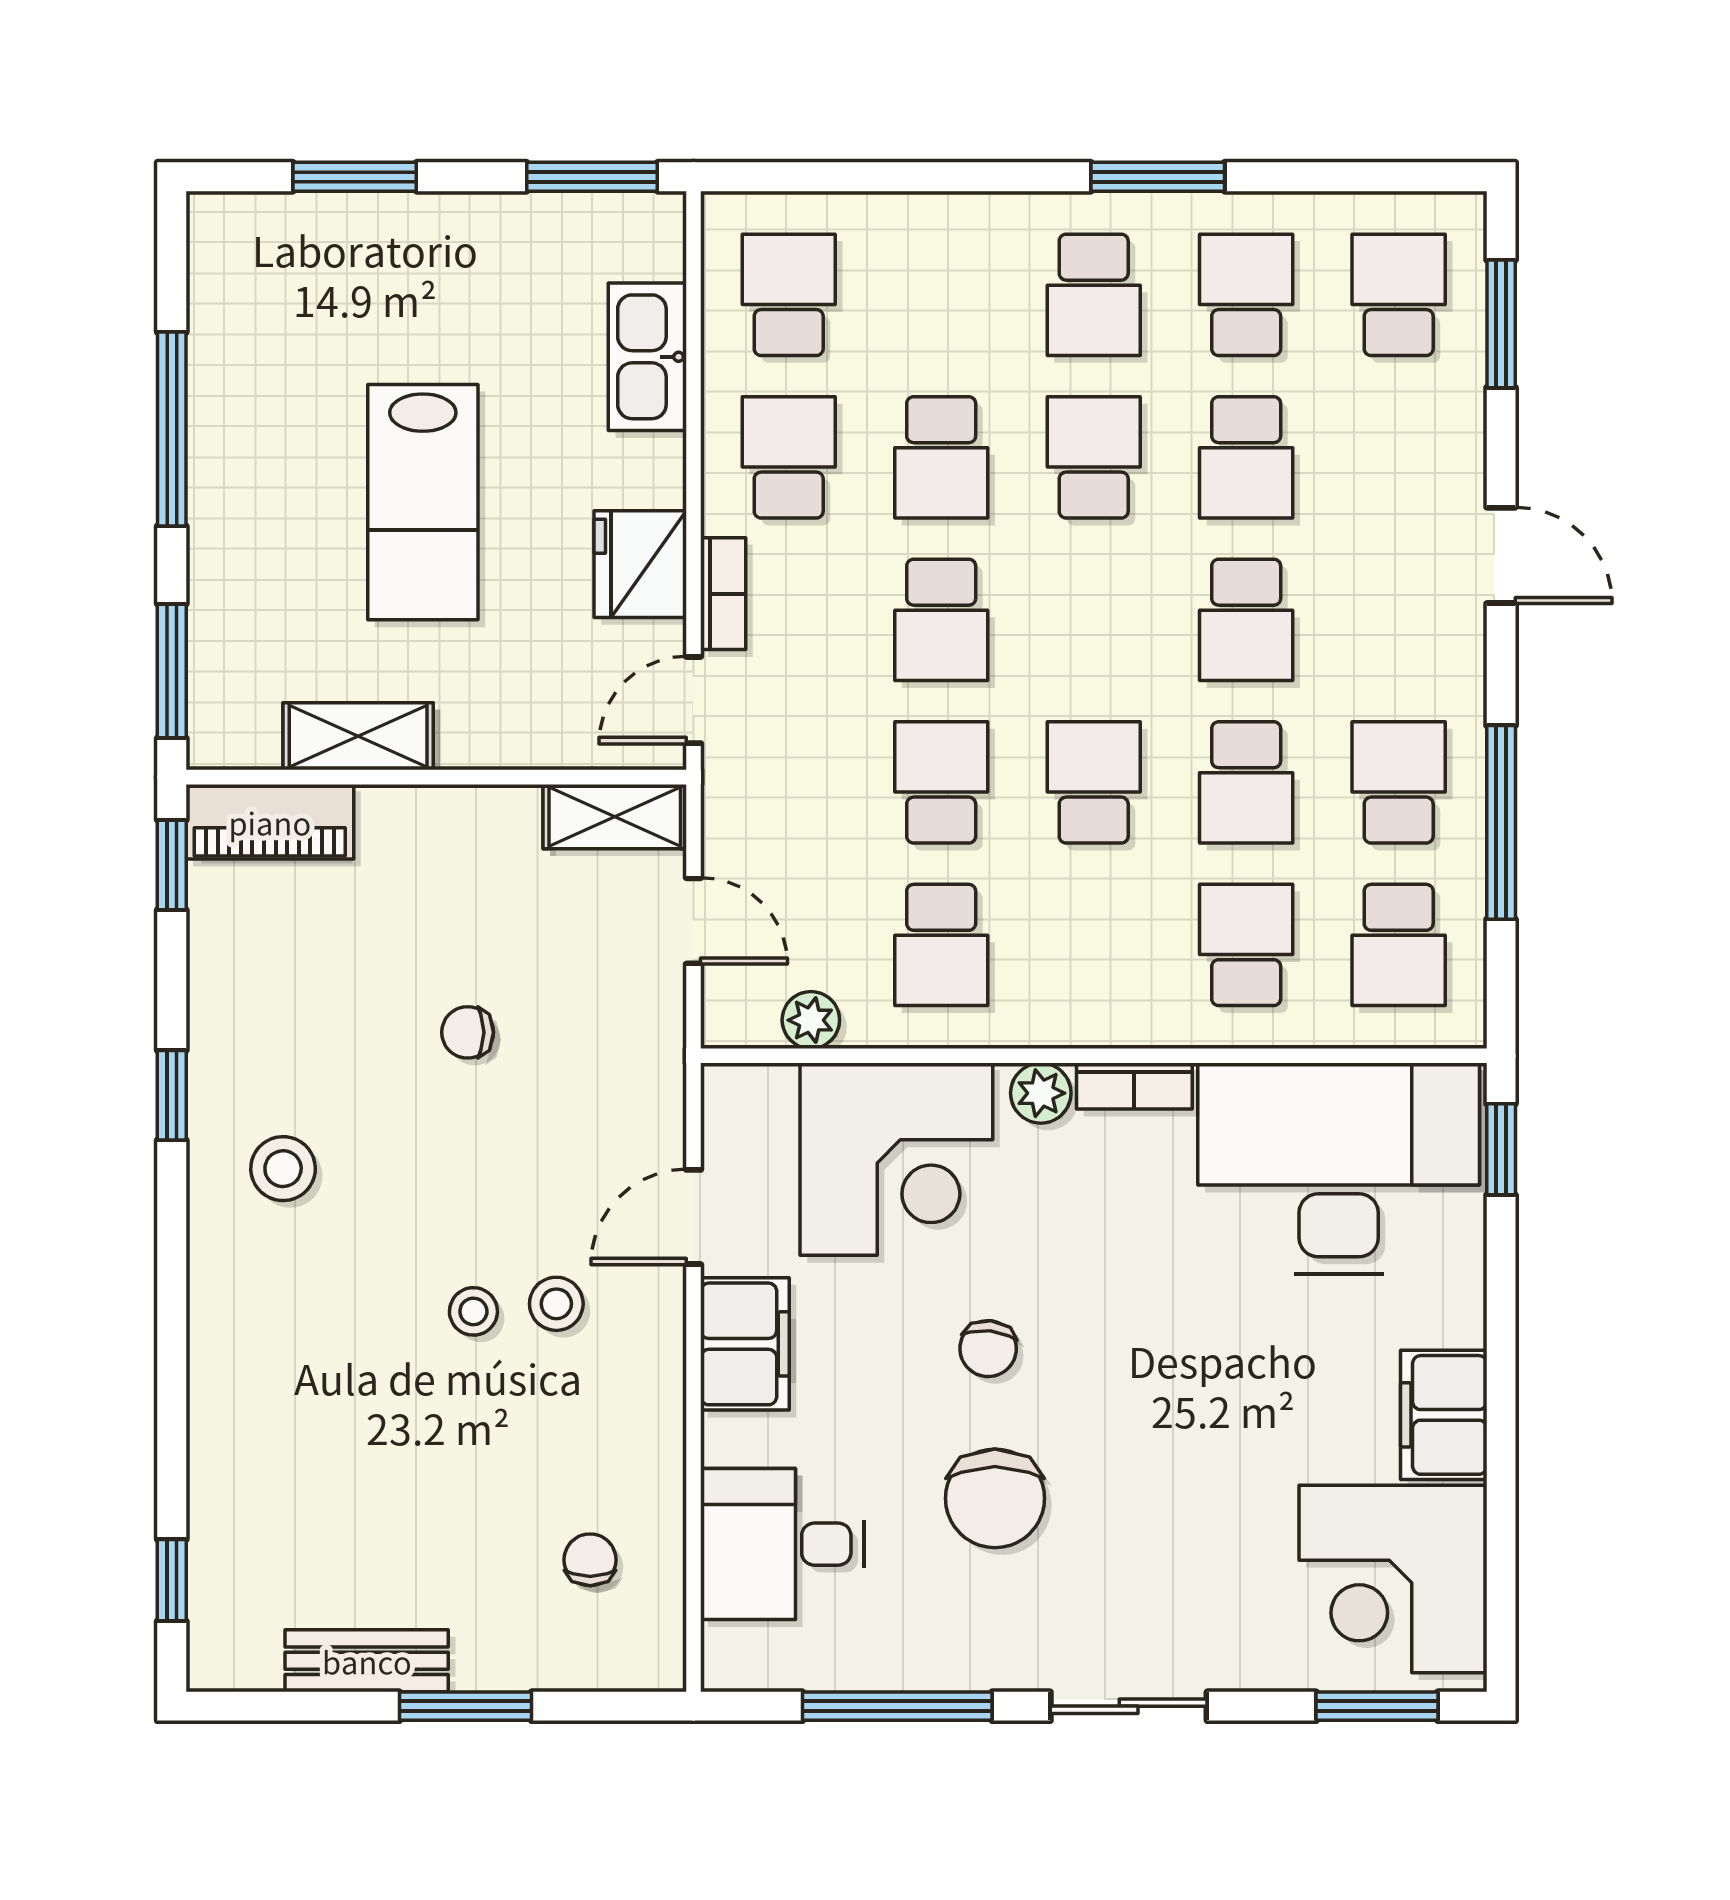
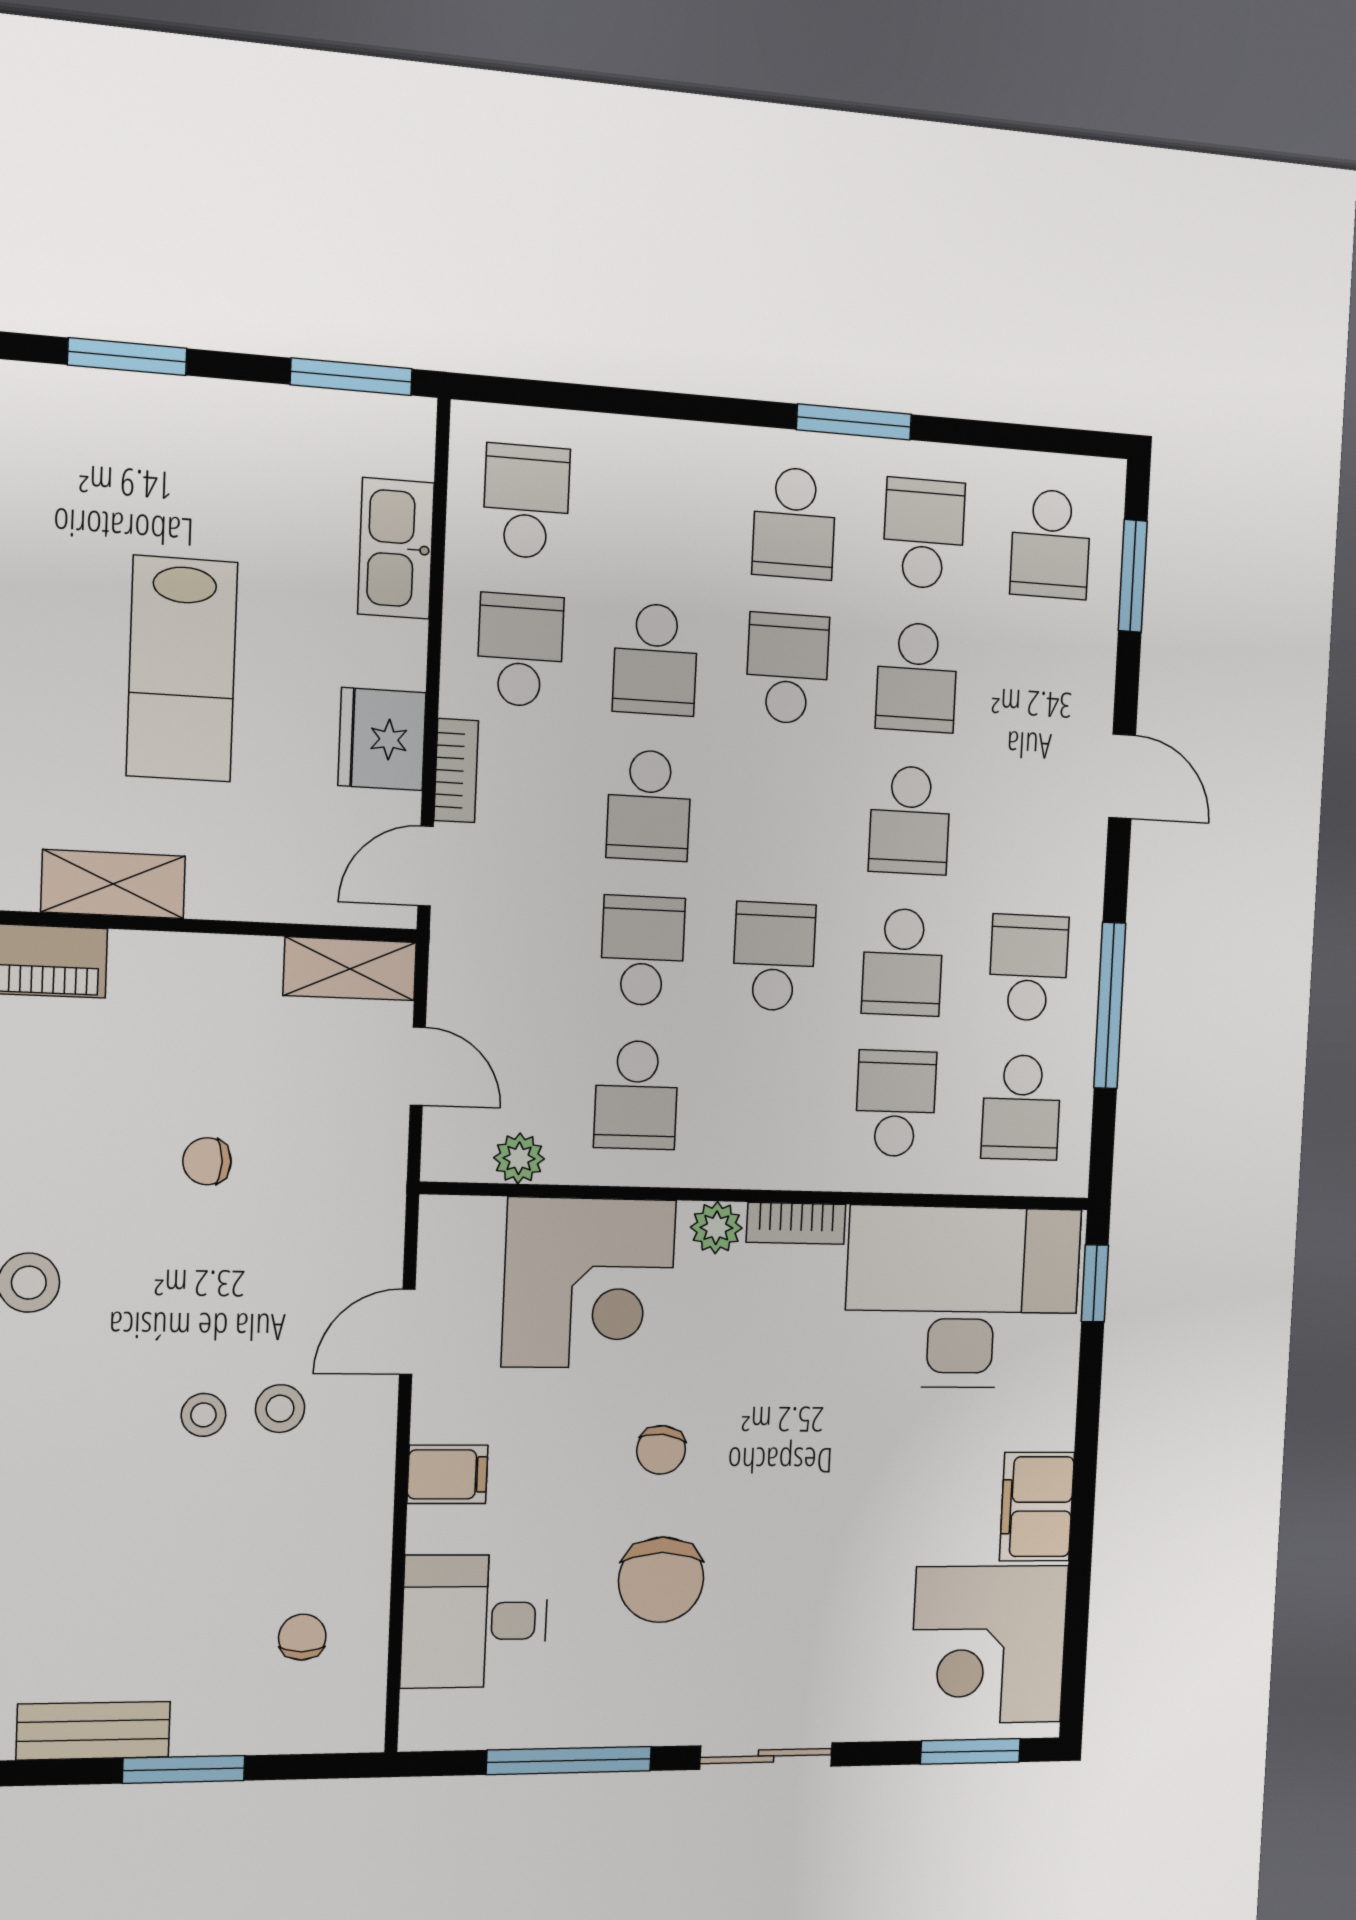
school desk: (1399, 295) -> (1051, 544), turned 180
filing cabinet: (745, 1344) -> (447, 1474), width x0.50

